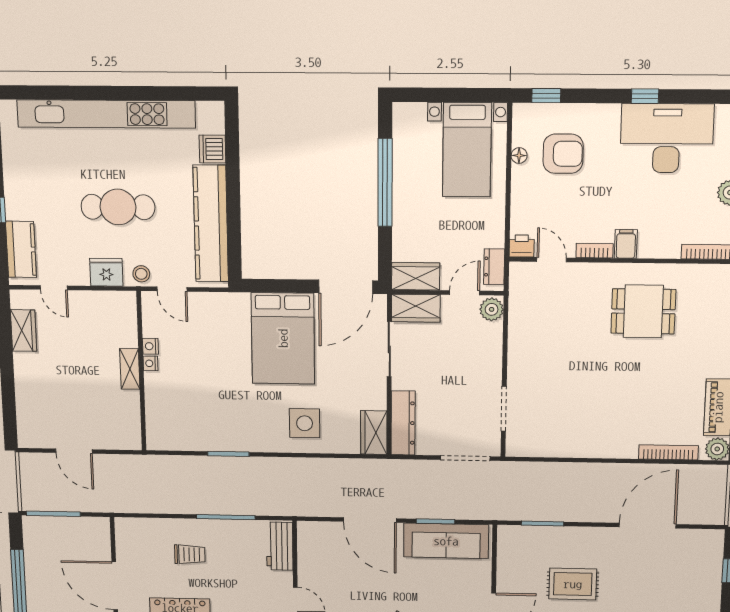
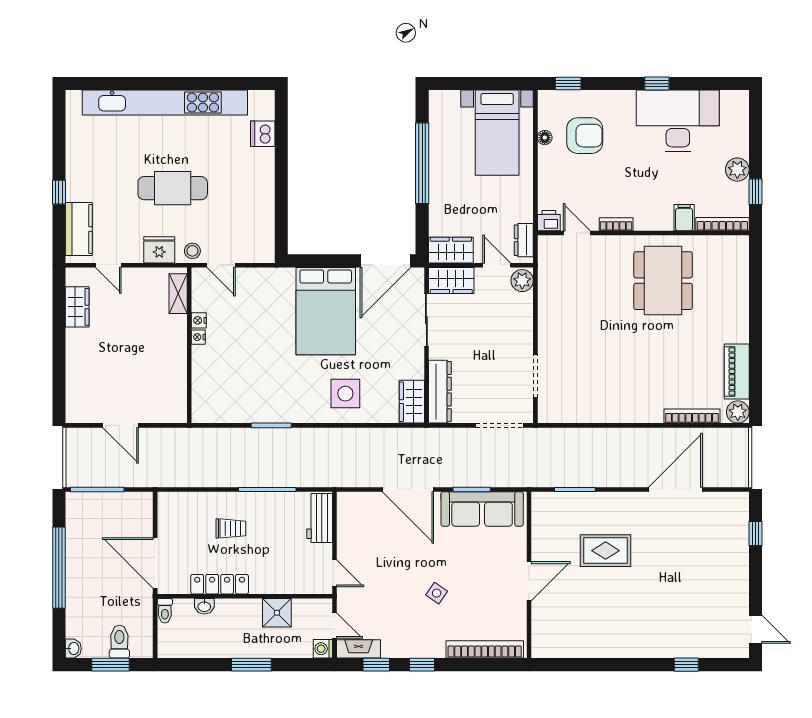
kitchen counter: (211, 224) -> (259, 203), removed
filing cabinet: (626, 244) -> (684, 218), moved
door: (465, 293) -> (497, 265), hinge flipped
dining table: (643, 311) -> (663, 281), width x1.38
shelving: (130, 369) -> (178, 294), moved

